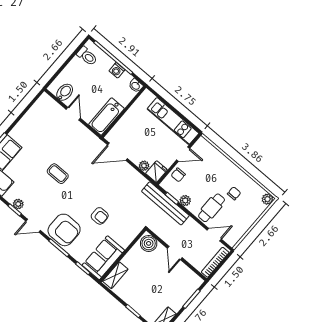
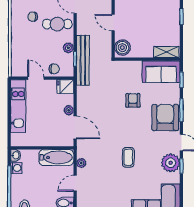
washing machine: (117, 70) -> (16, 168), moved
plant: (85, 132) -> (81, 163), added
plant: (144, 166) -> (69, 110), moved
plant: (18, 204) -> (171, 163), width x1.87, depth x1.87
door: (175, 253) -> (113, 23), swing flipped

